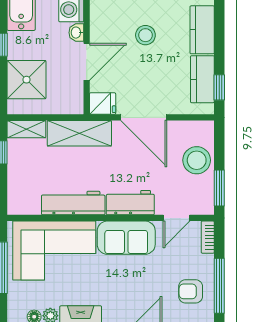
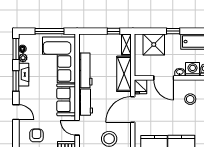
stool: (145, 35) -> (190, 99), moved

